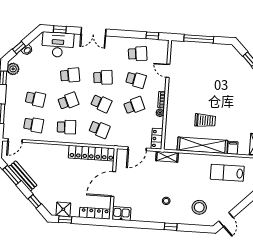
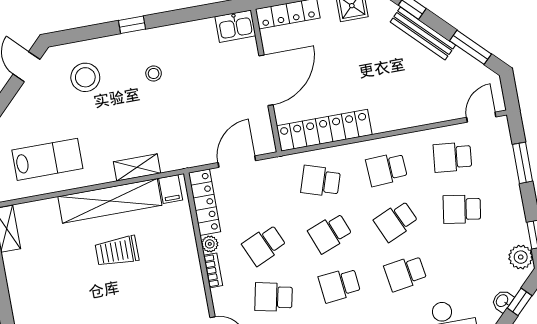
school desk: (101, 103) -> (330, 233), turned -42
locker: (157, 139) -> (205, 202), width x1.53
filing cabinet: (233, 148) -> (171, 189), moved
shelving: (167, 157) -> (137, 167), moved
bench: (23, 176) -> (423, 34), moved

